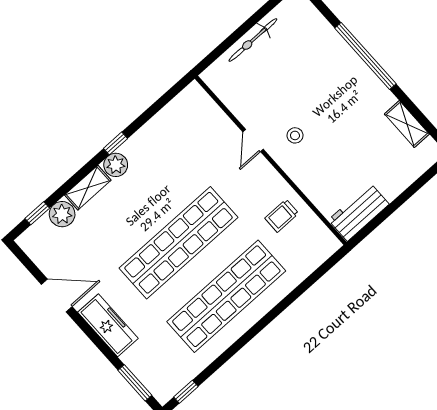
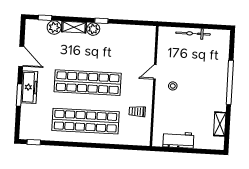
workbench: (359, 212) -> (178, 140), moved
window: (135, 383) -> (19, 95), moved

